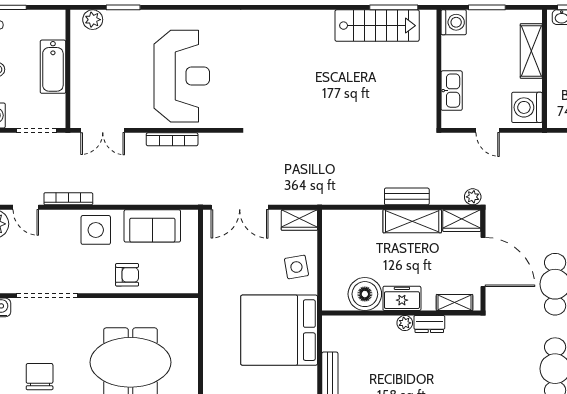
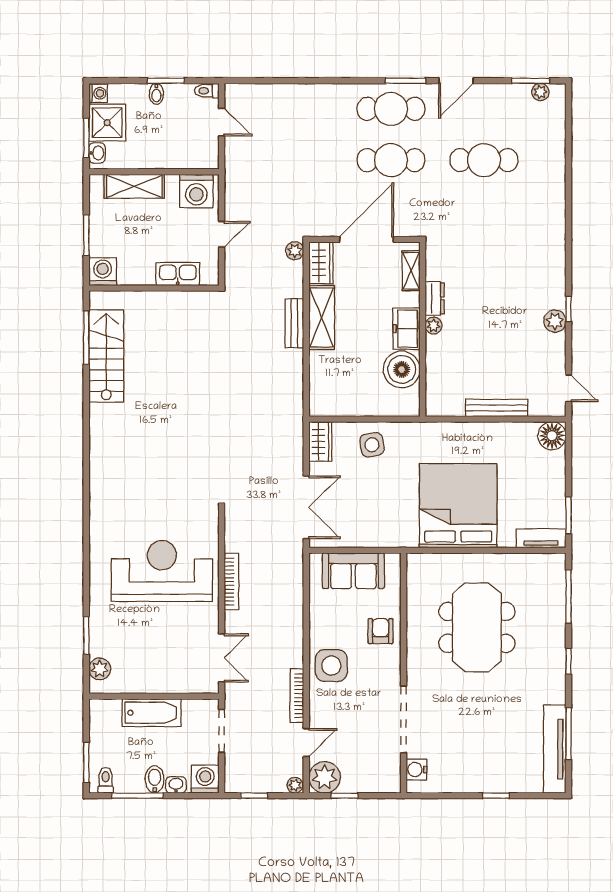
sofa: (152, 226) -> (353, 571), moved, turned 90
bed: (279, 330) -> (458, 506), moved, turned 180
chair: (40, 377) -> (493, 727), removed

